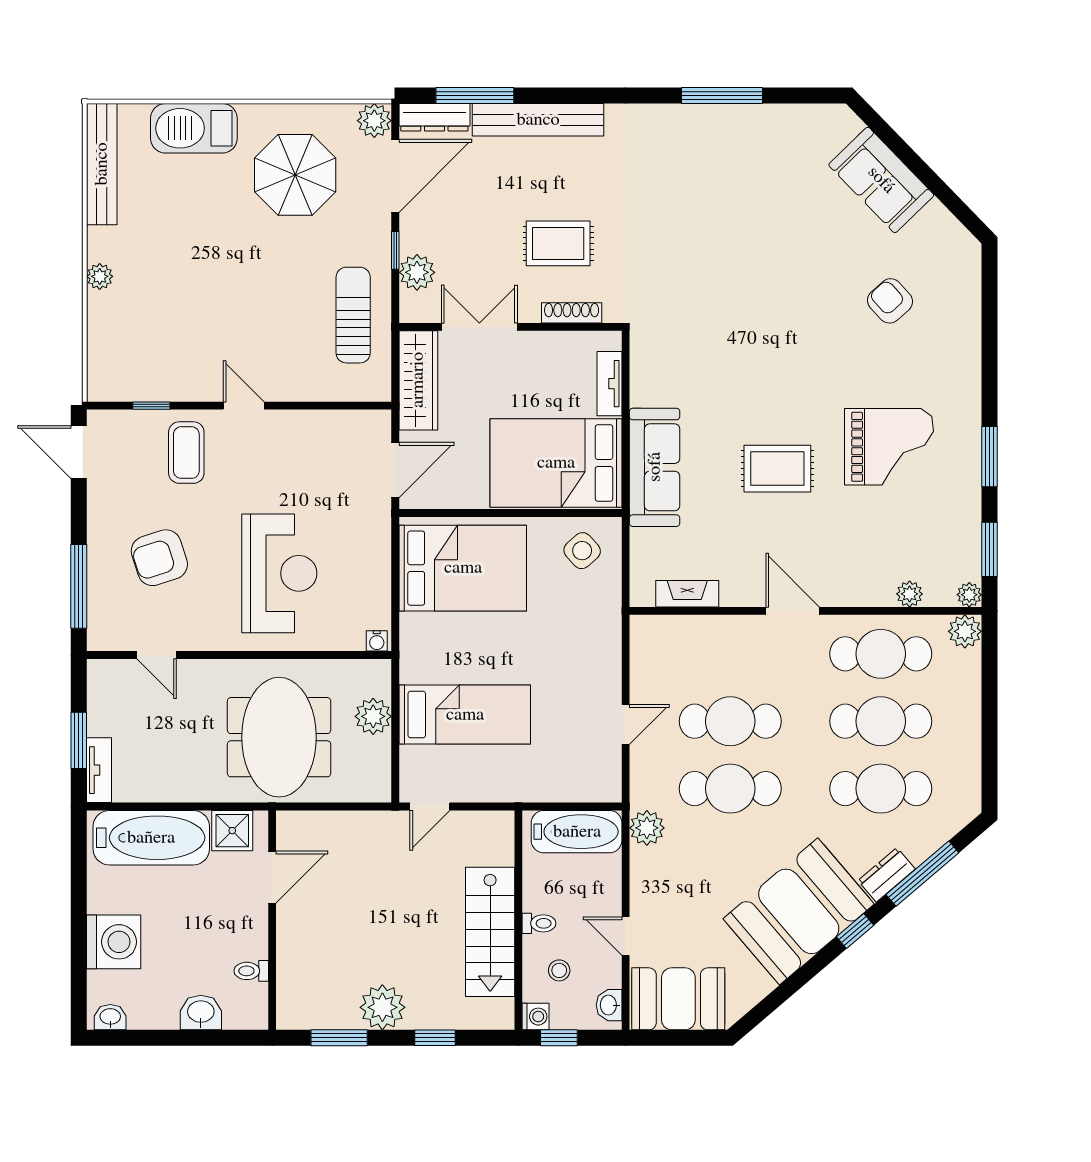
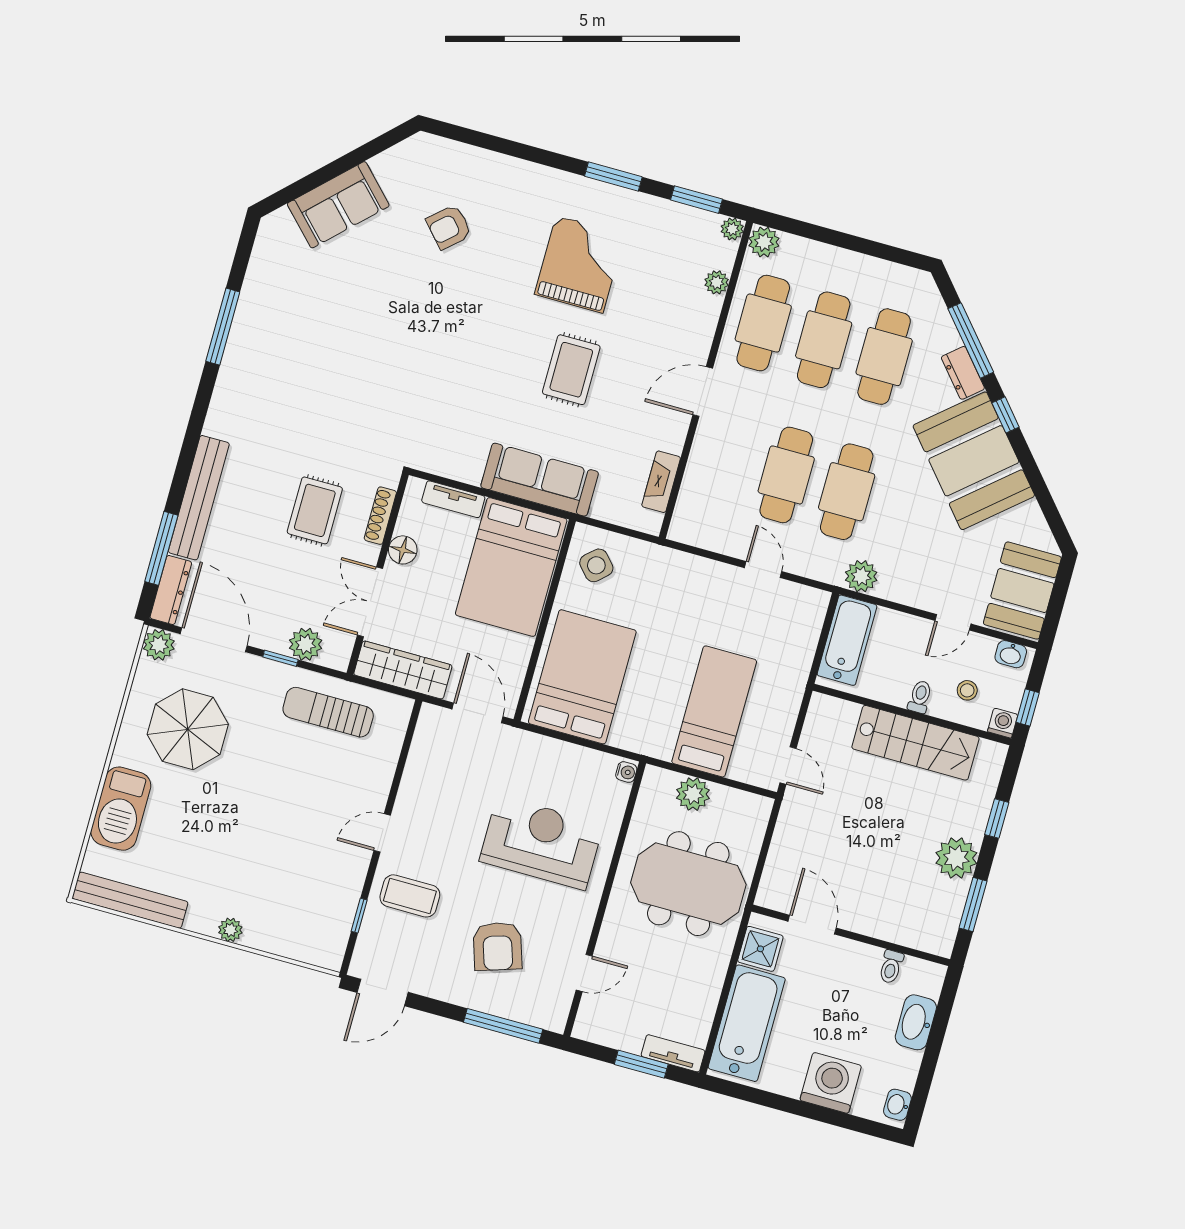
floor lamp: (542, 346) -> (403, 550), added
washbasin: (201, 1013) -> (916, 1022), width x1.38

